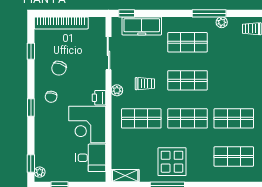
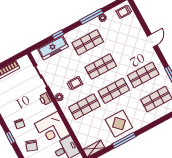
window: (127, 13) -> (58, 35), moved
chair: (59, 68) -> (32, 146), moved
printer: (99, 98) -> (46, 99), moved

